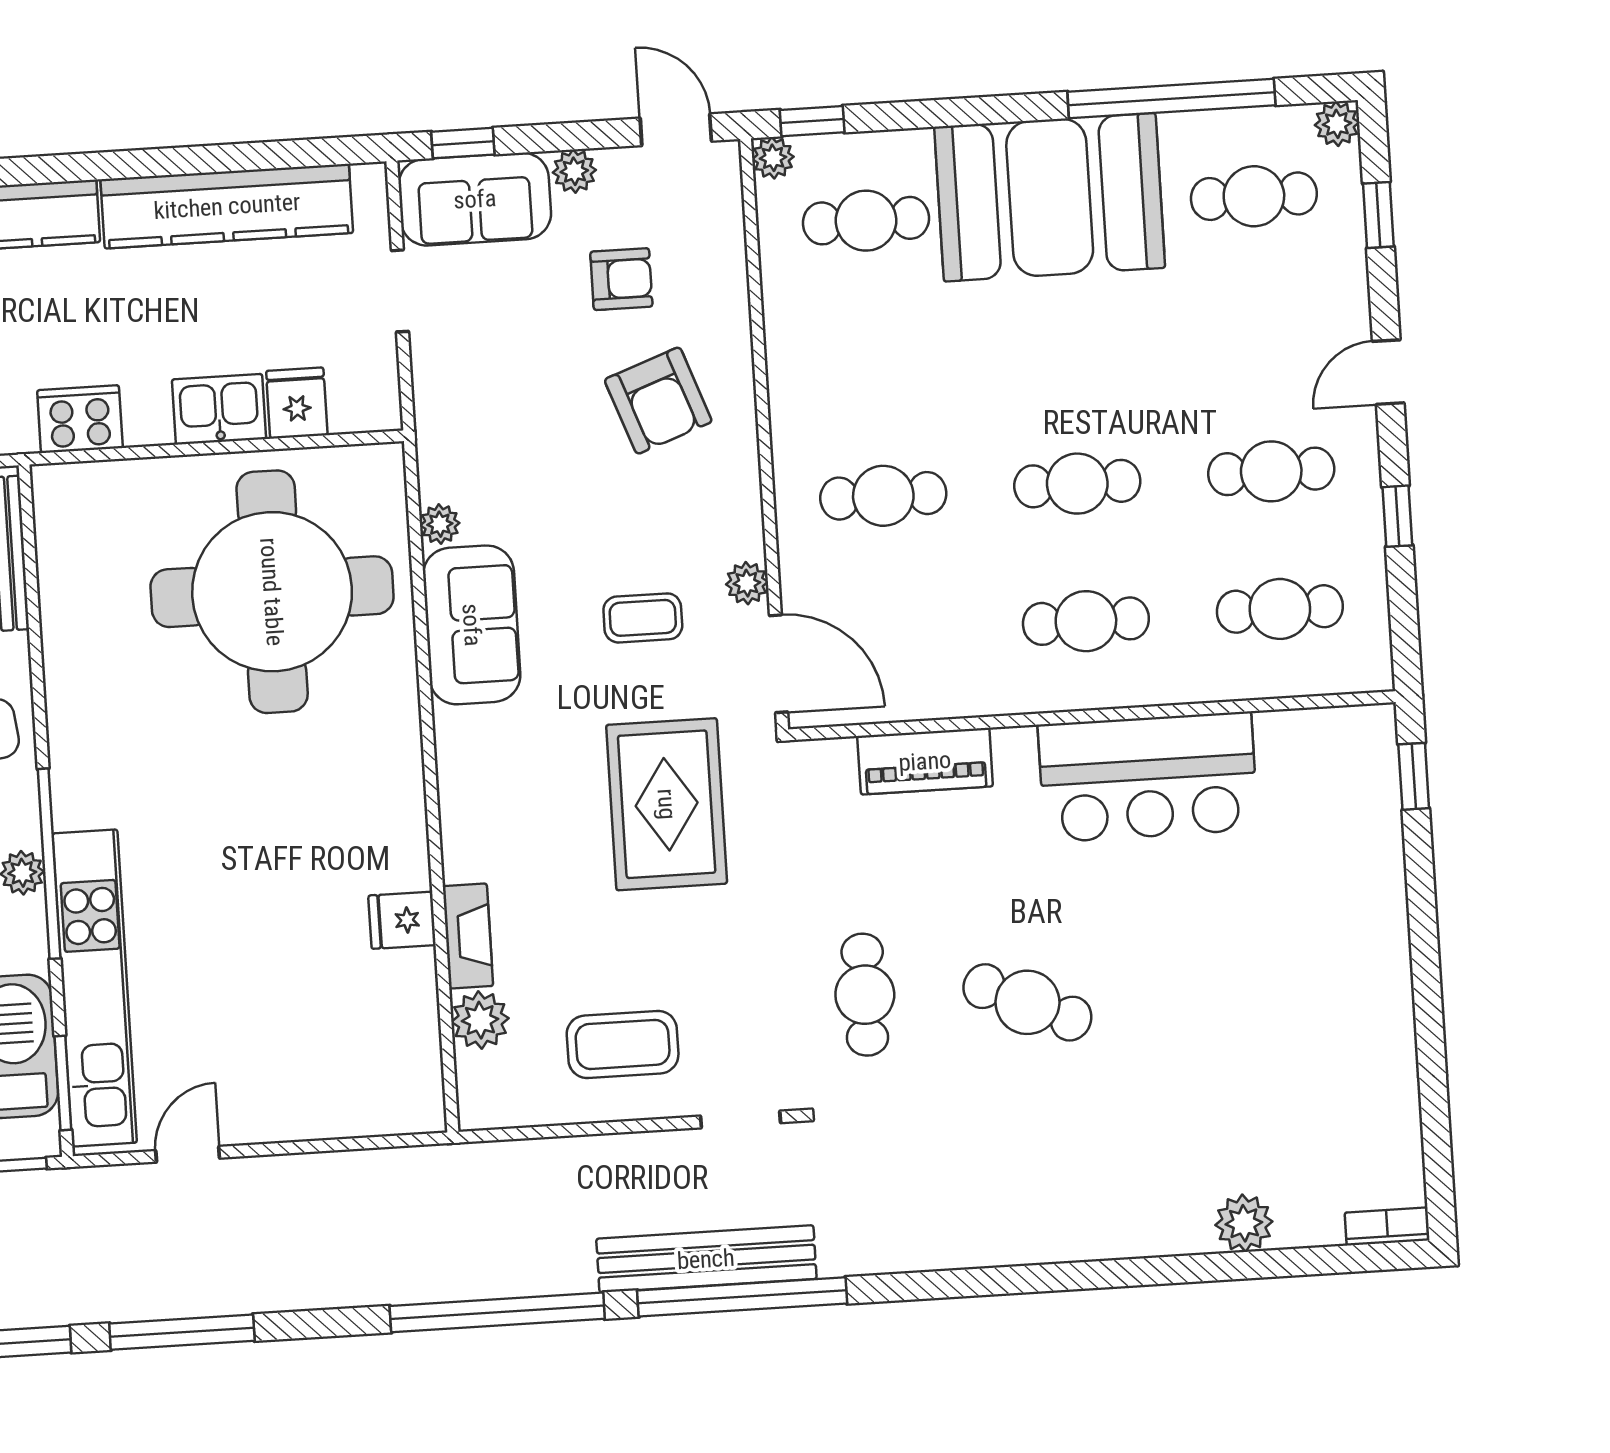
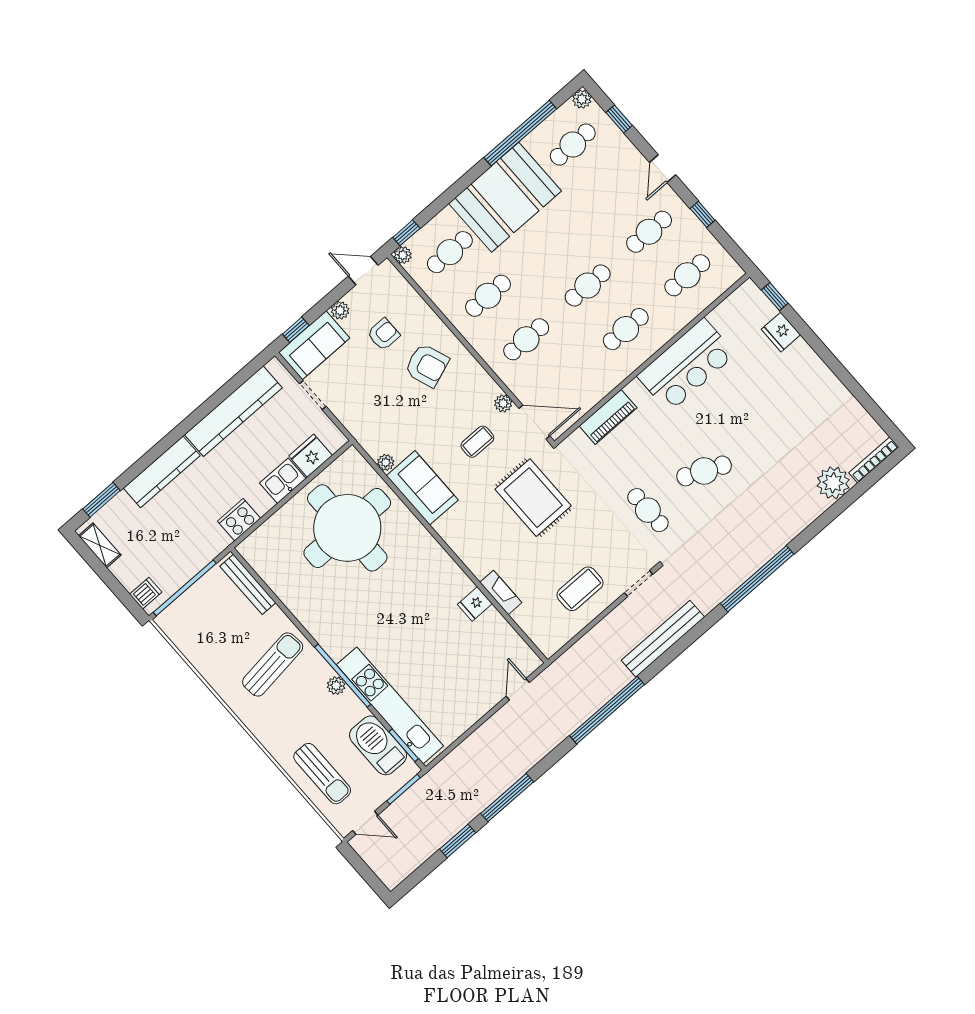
cafe table: (875, 358) -> (488, 296), added
fridge: (297, 403) -> (311, 456), width x1.38
fridge: (1374, 852) -> (781, 332), added
plant: (480, 1020) -> (526, 617), removed
door: (188, 1154) -> (518, 689), moved
plant: (1244, 1223) -> (833, 483), width x1.36, depth x1.36
bookcase: (1387, 1226) -> (874, 460), width x1.56
window: (742, 1297) -> (757, 579), moved

